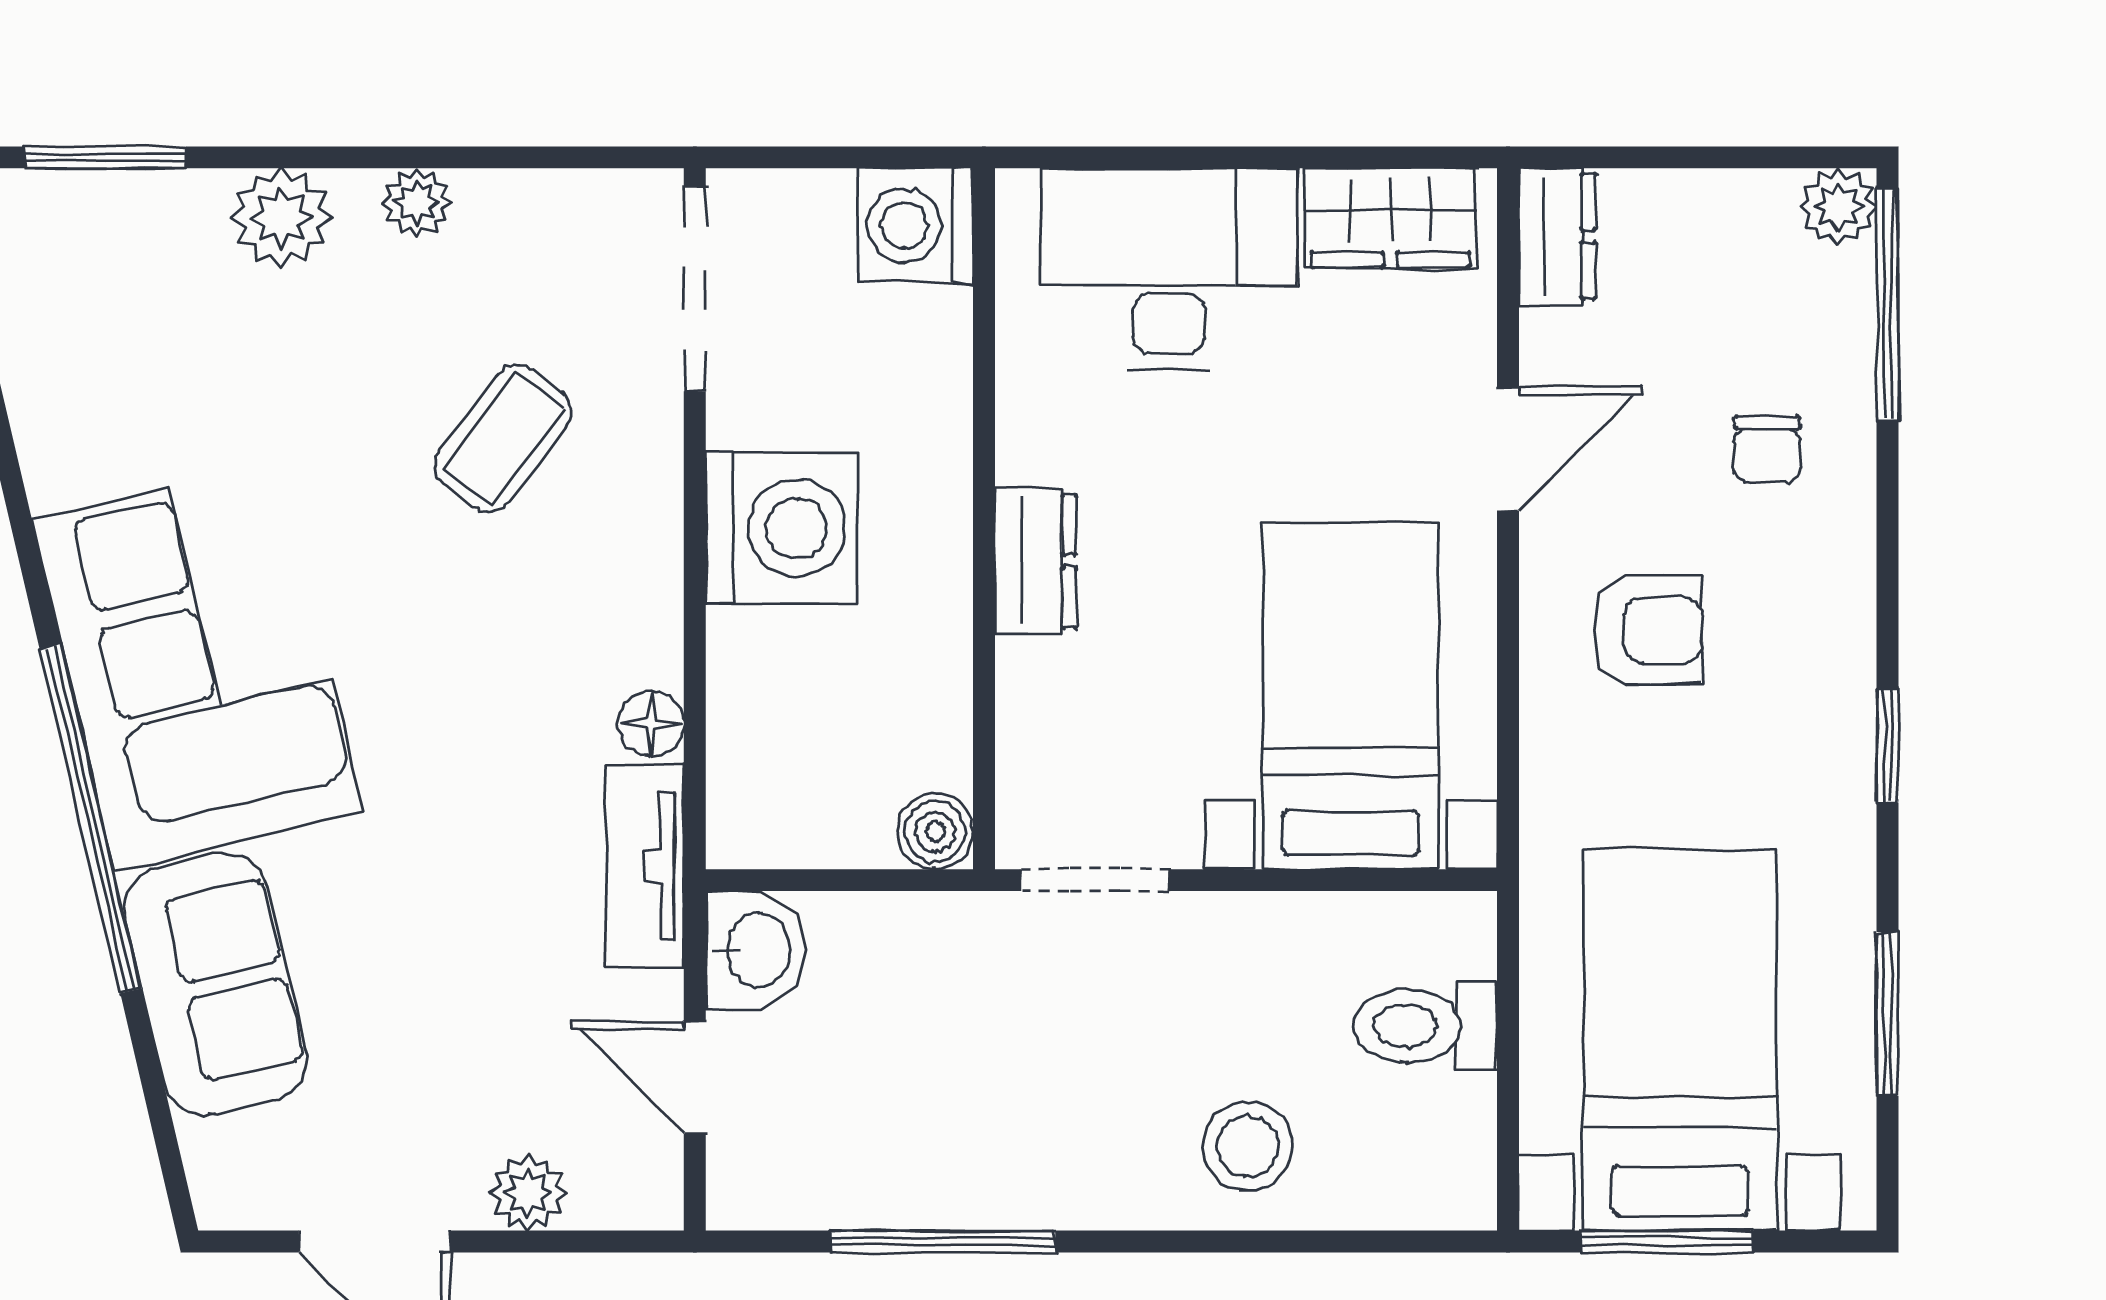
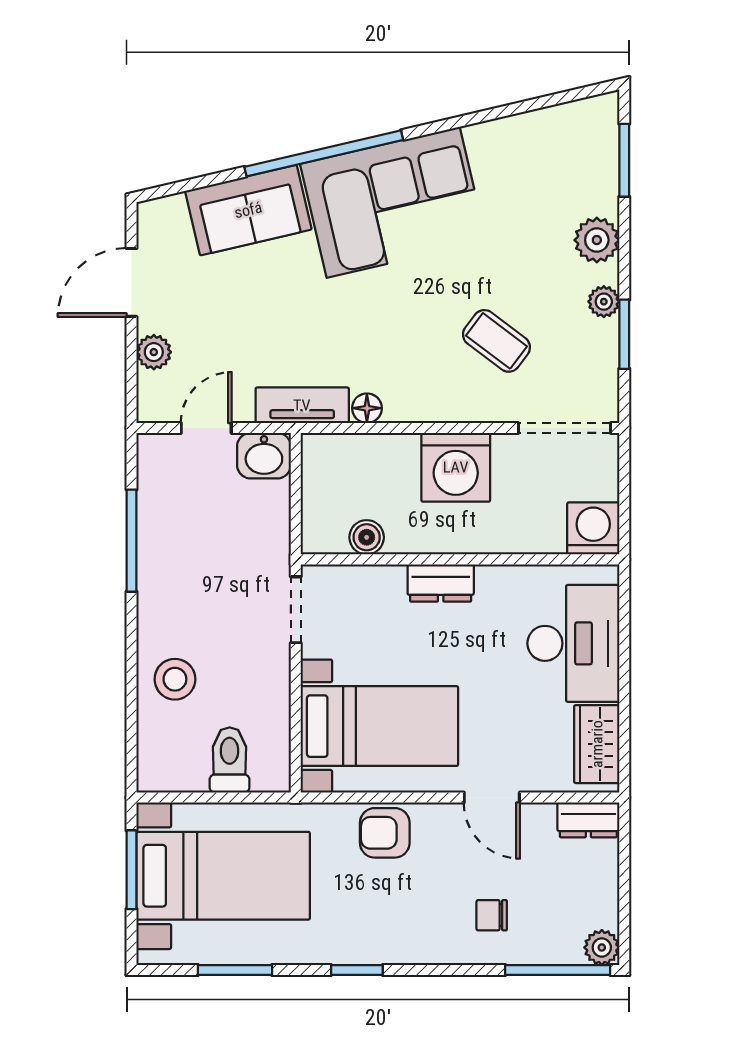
window: (489, 157) -> (624, 334), added
armchair: (1647, 630) -> (385, 833), moved, turned 90
boiler: (935, 832) -> (367, 537), moved

